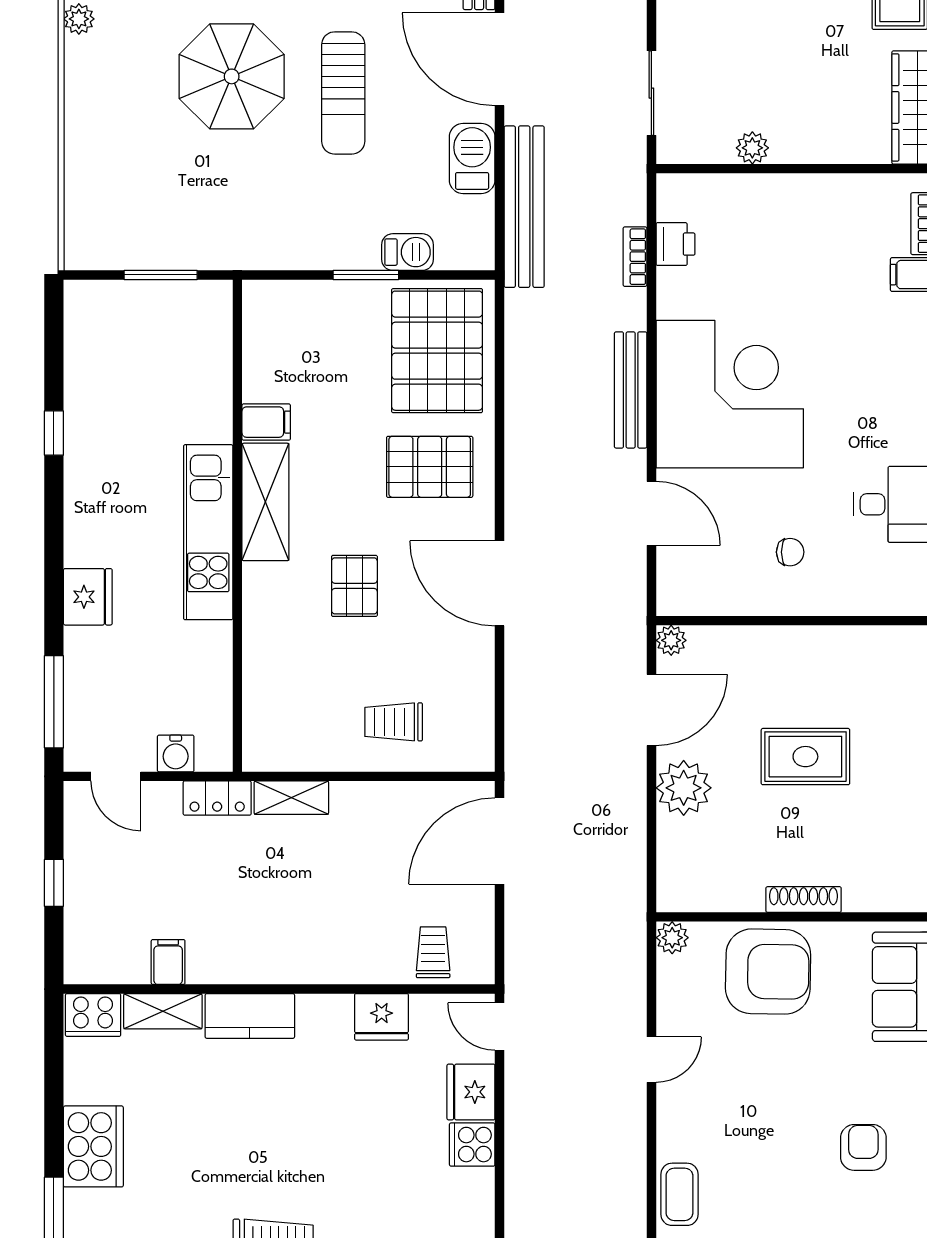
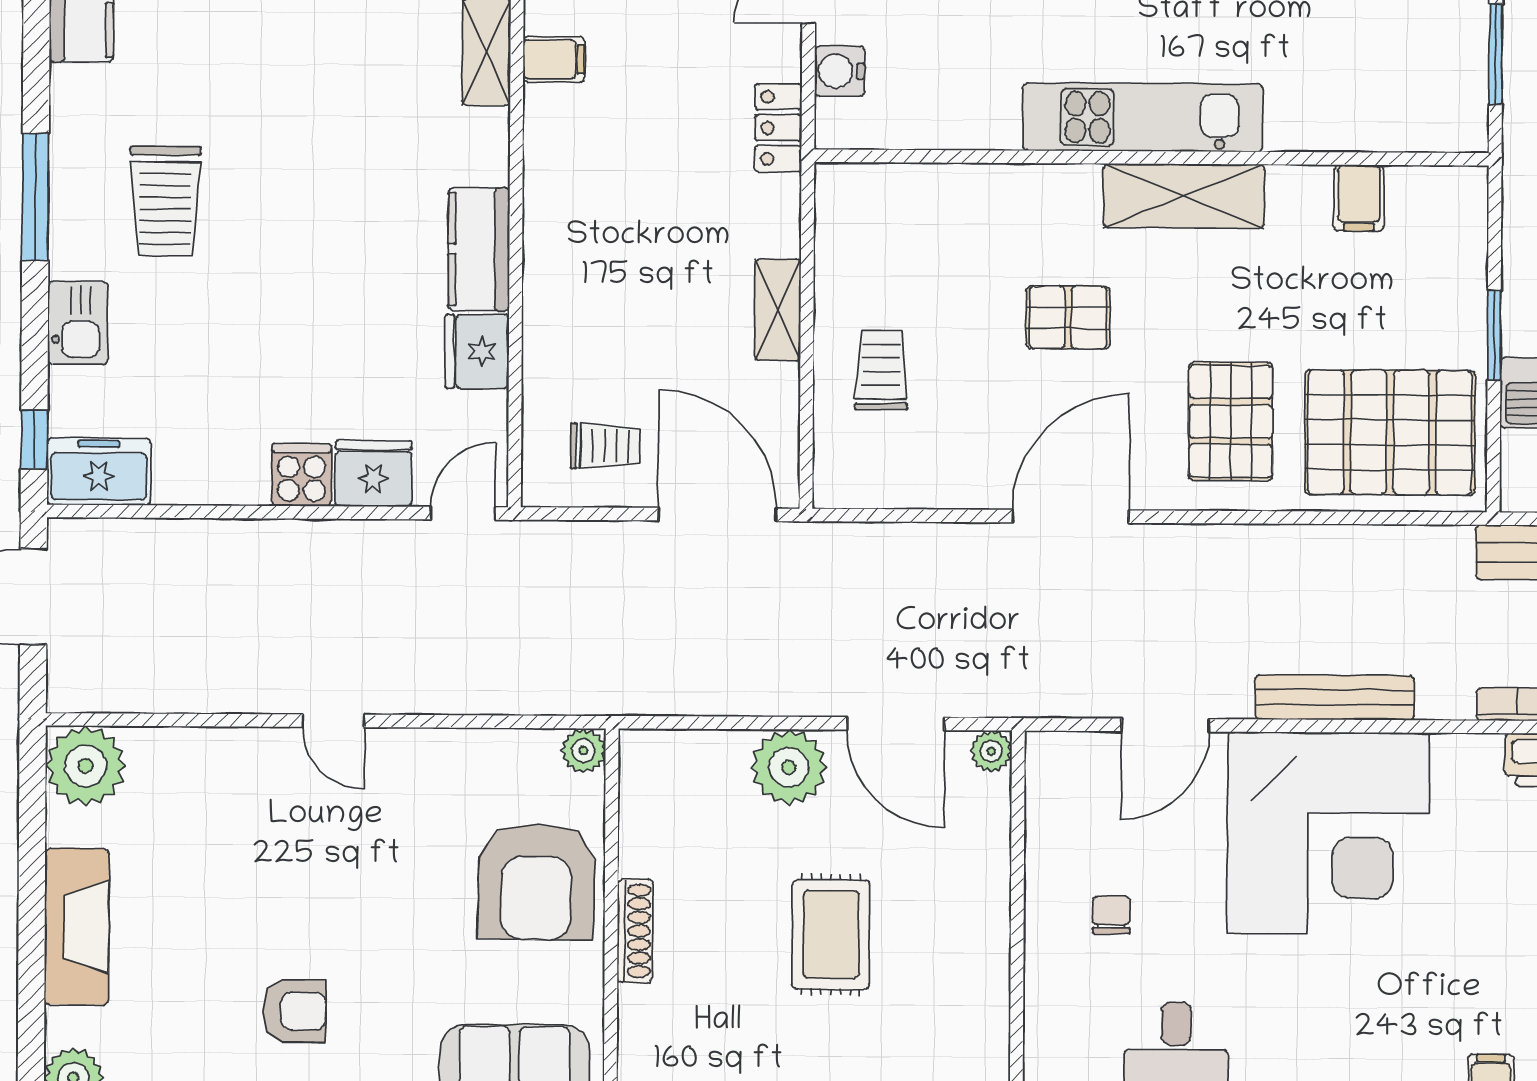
filing cabinet: (266, 422) -> (1359, 198), moved
chair: (790, 552) -> (1111, 915), turned 180
shelving: (291, 798) -> (778, 310), moved
trolley: (433, 952) -> (605, 446), moved
kitchen counter: (250, 1016) -> (479, 249), moved
door: (651, 1060) -> (333, 721), moved
coffee table: (679, 1194) -> (232, 759), removed

